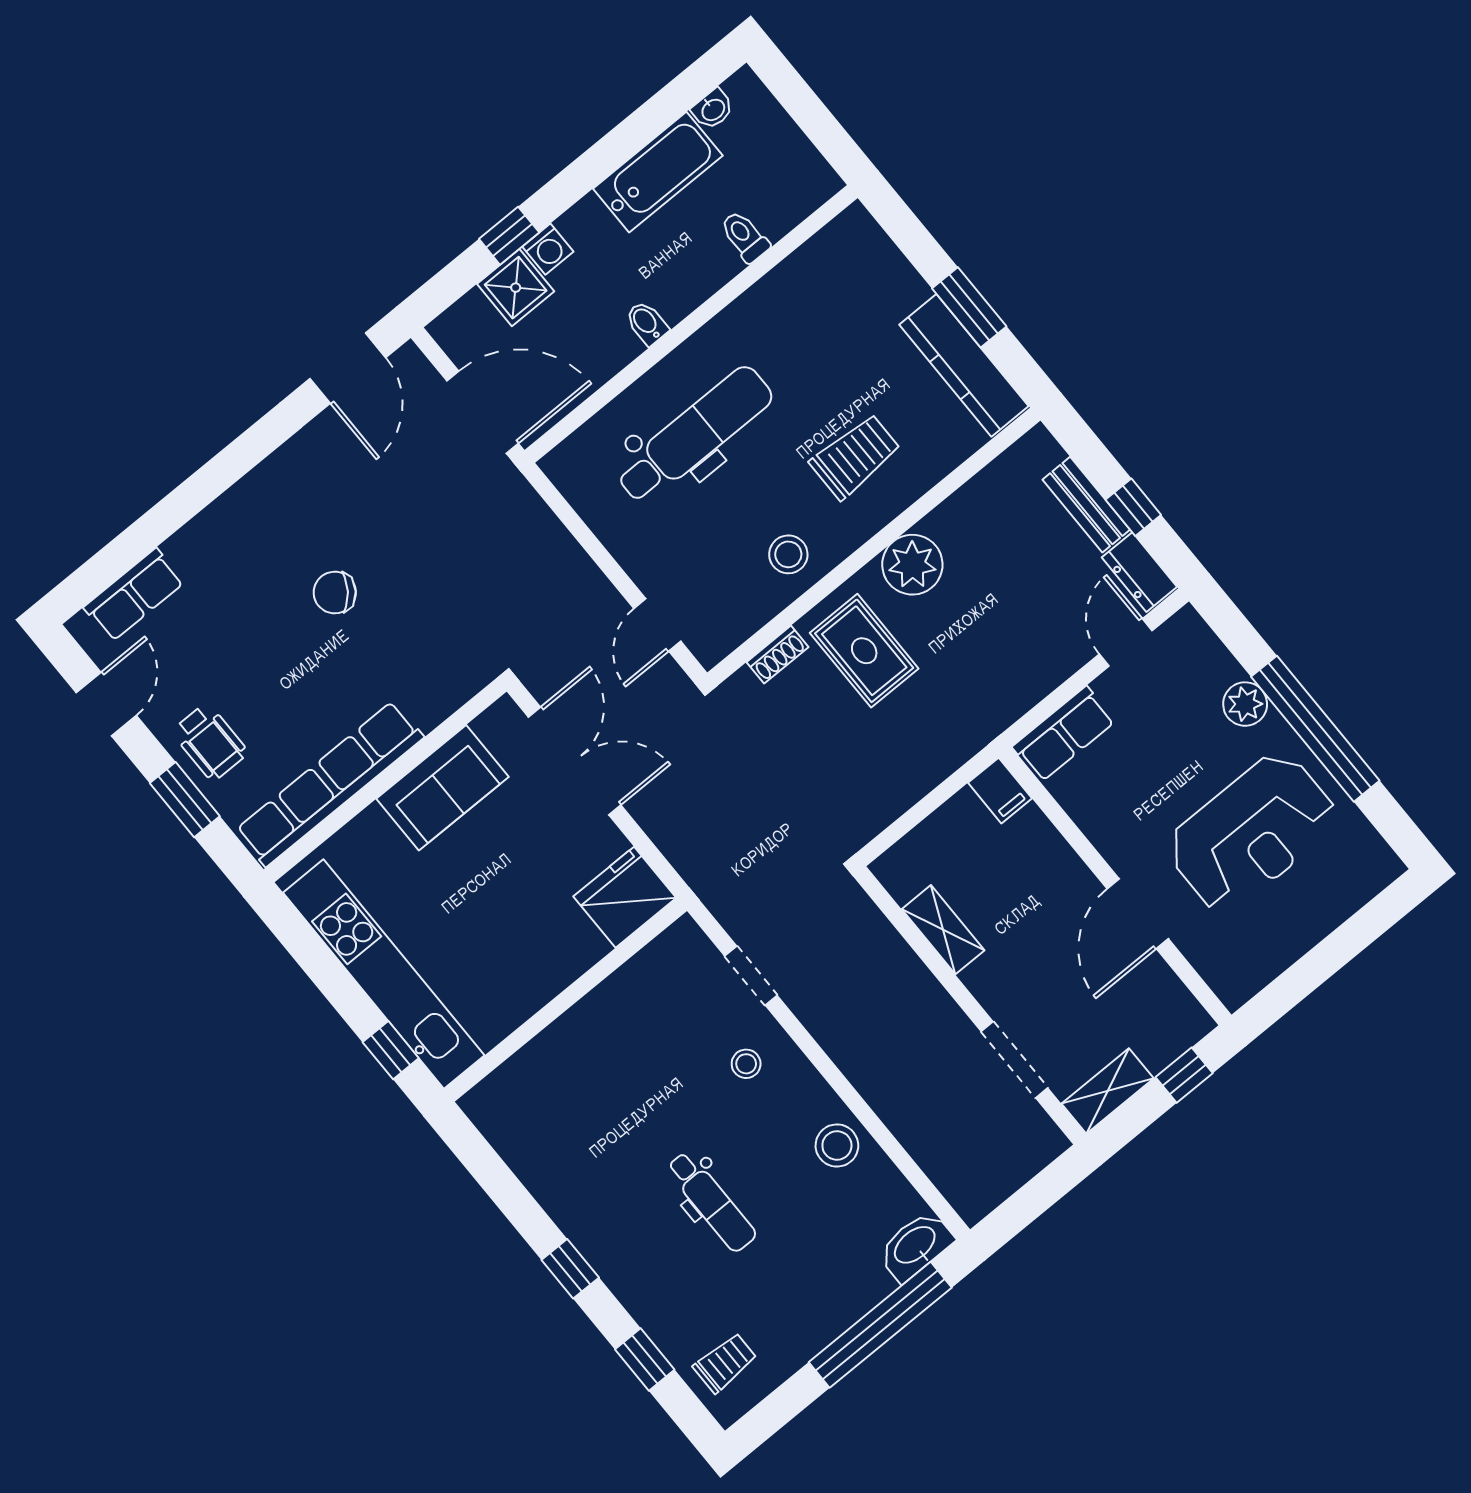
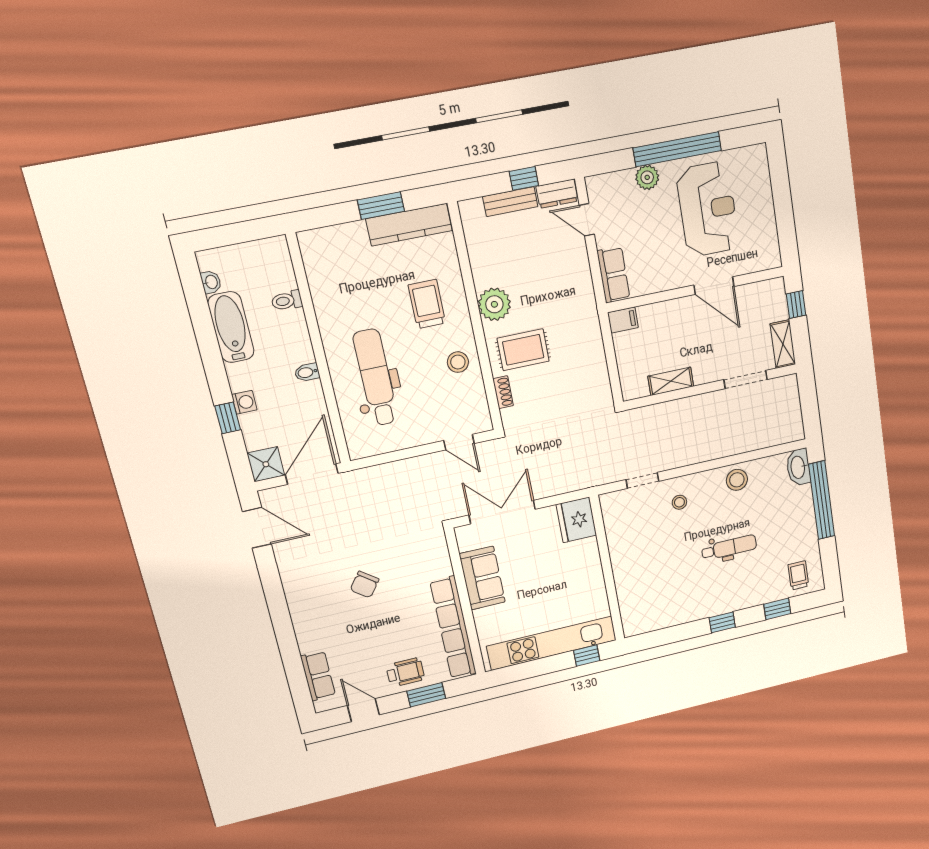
shower: (516, 288) -> (266, 464), moved

